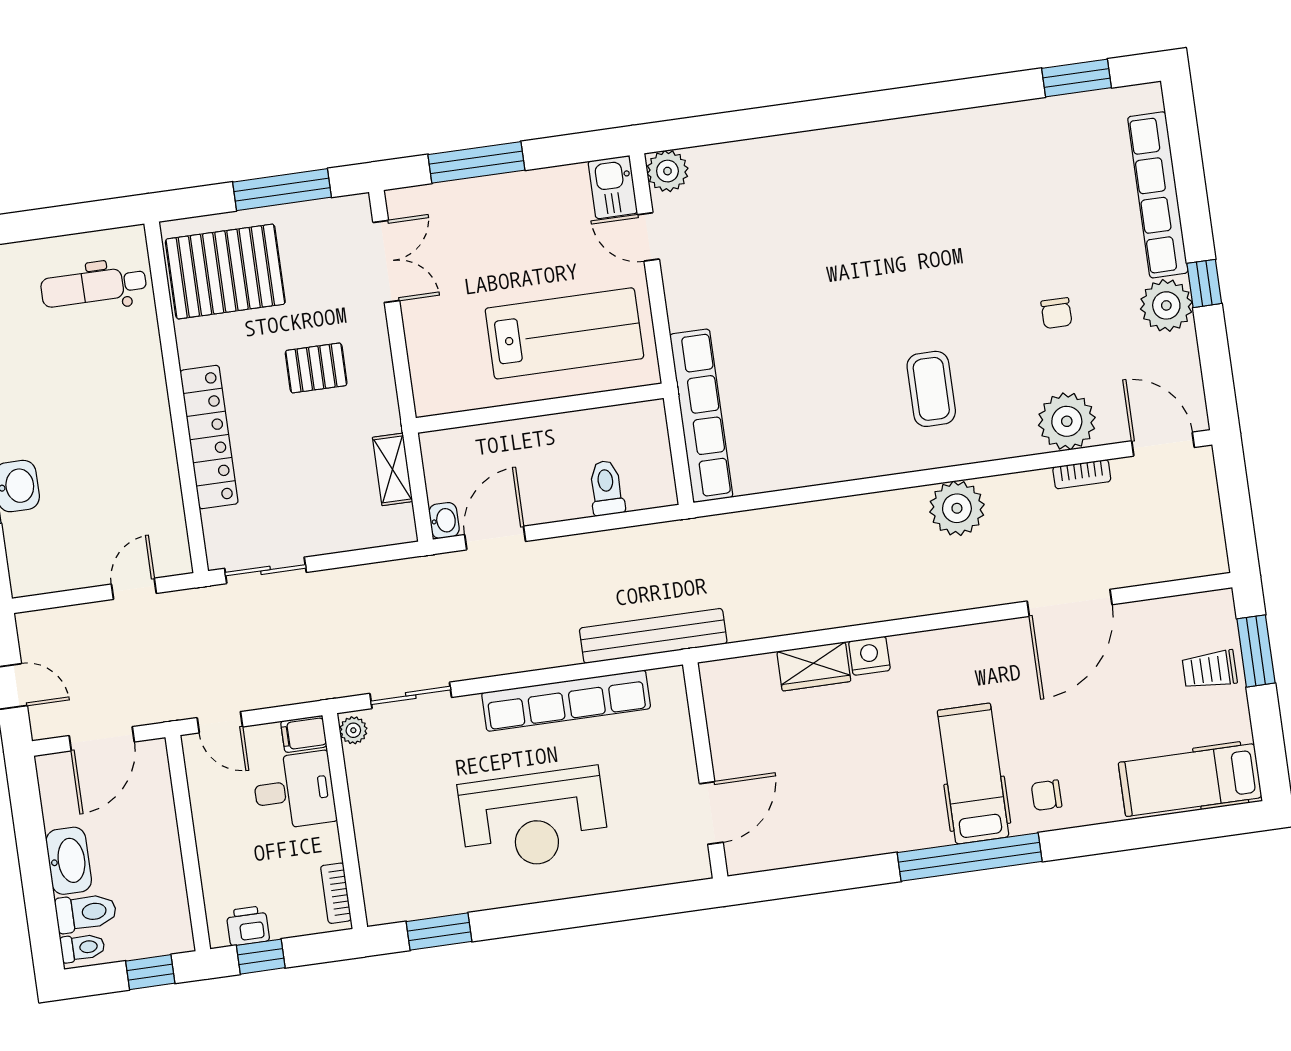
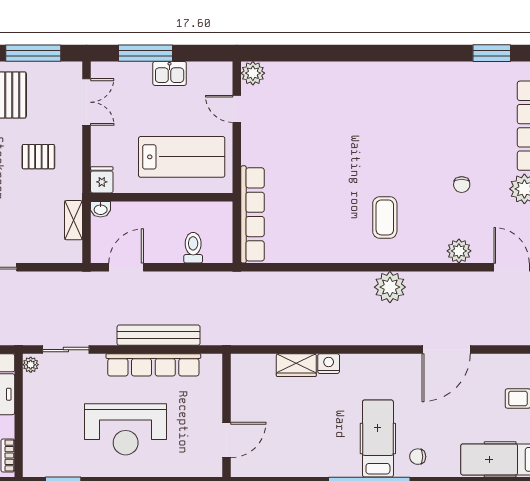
kitchen sink: (613, 187) -> (170, 73), moved, turned -90
fridge: (432, 393) -> (102, 180), added
plant: (1067, 421) -> (459, 251), width x0.73, depth x0.73
bookcase: (1082, 474) -> (463, 278), removed
washbasin: (444, 521) -> (101, 209), moved, turned 90
bench: (653, 636) -> (159, 335), moved

